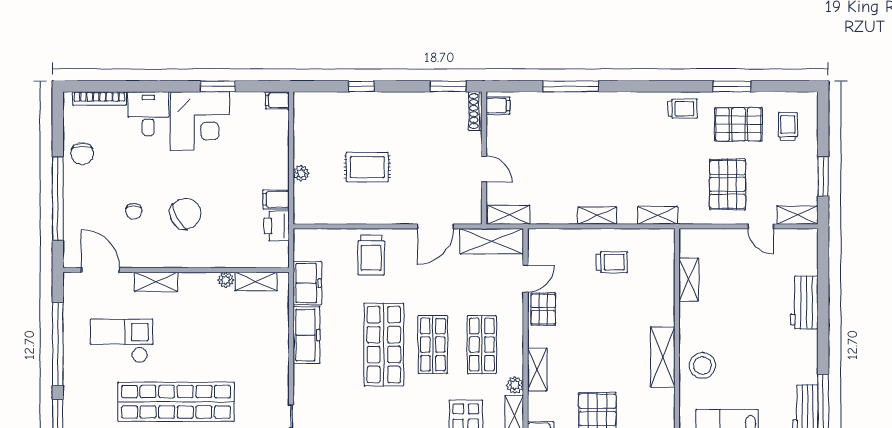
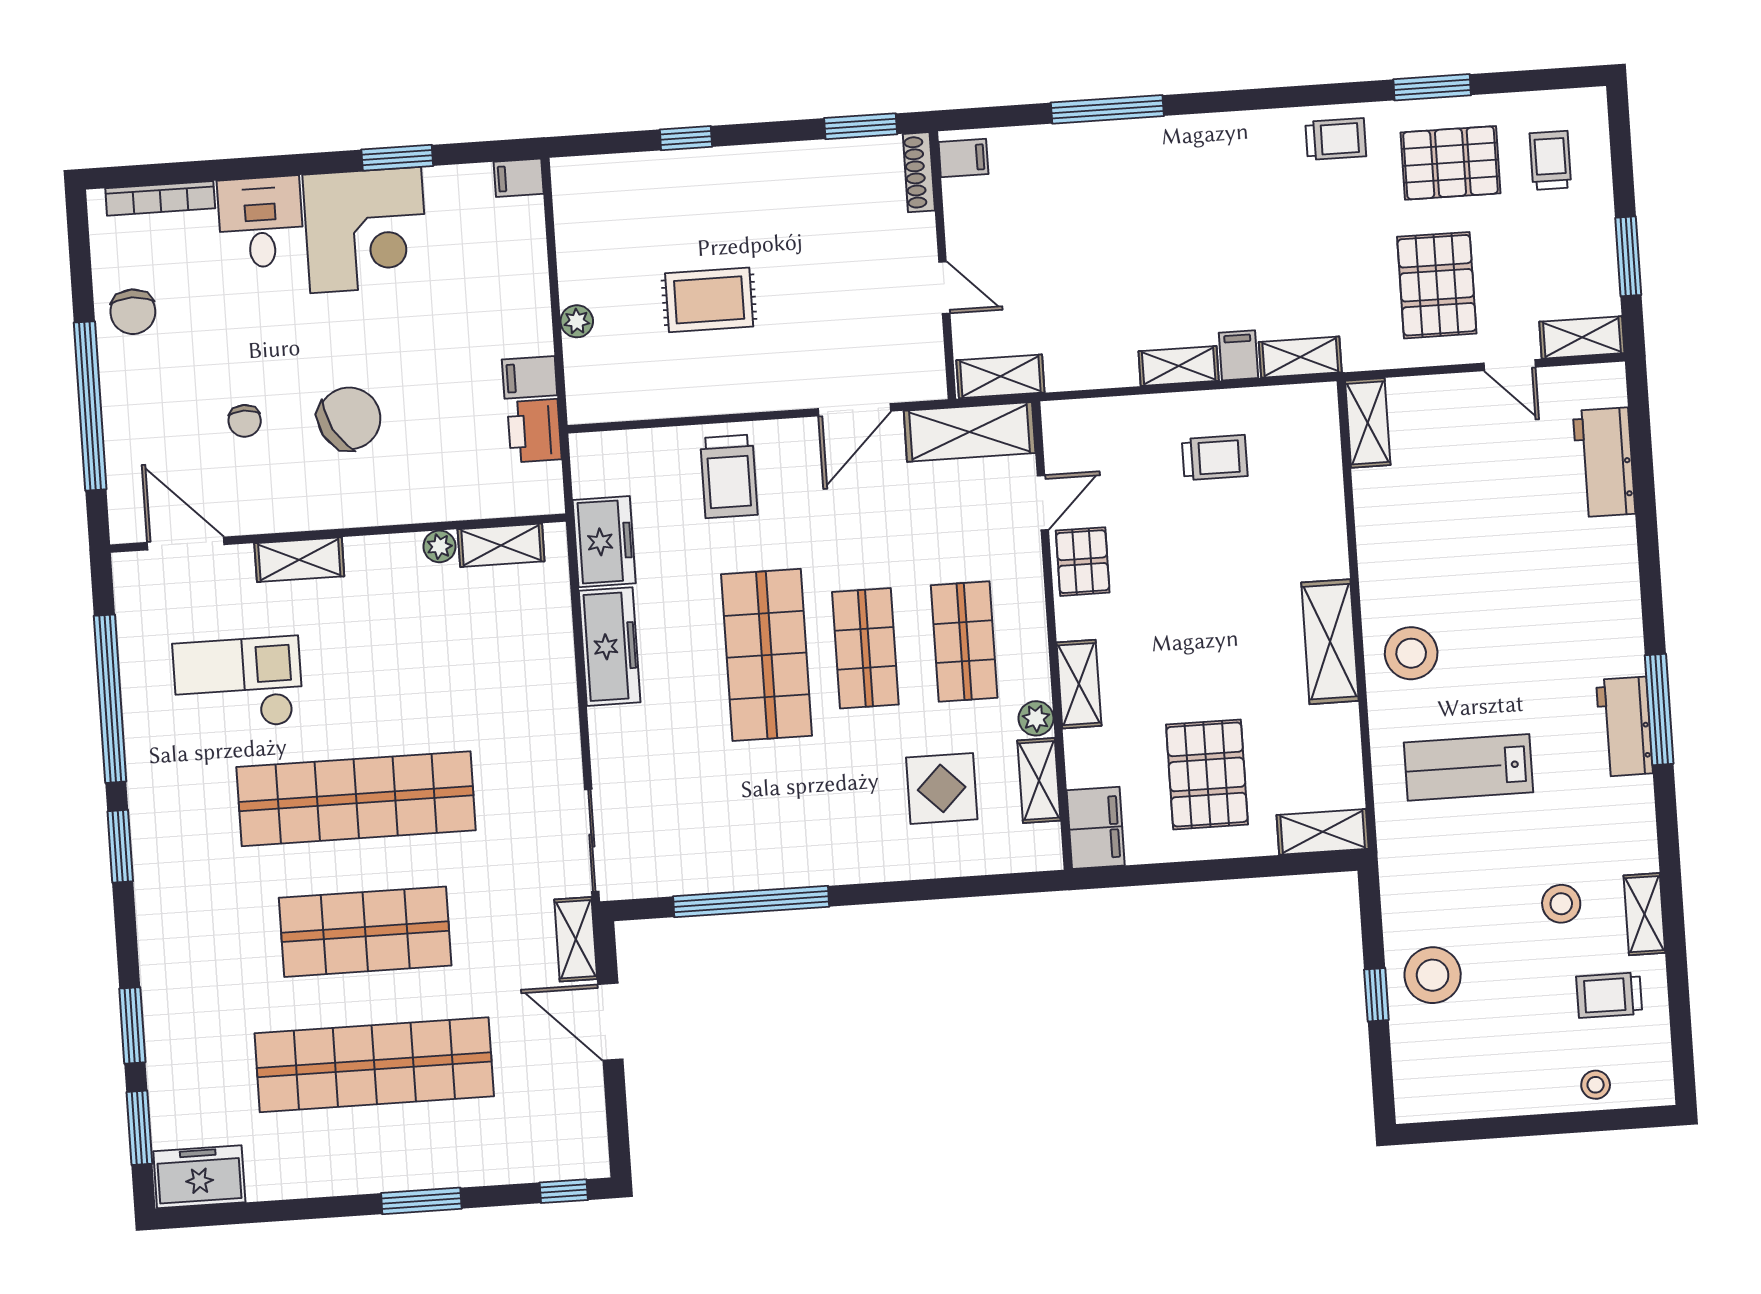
filing cabinet: (627, 212) -> (1238, 355), added
shelving: (689, 280) -> (1368, 423), moved
workbench: (804, 302) -> (1604, 462), moved

